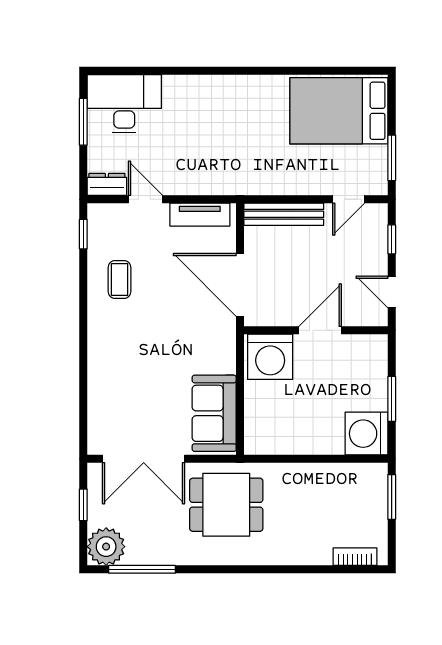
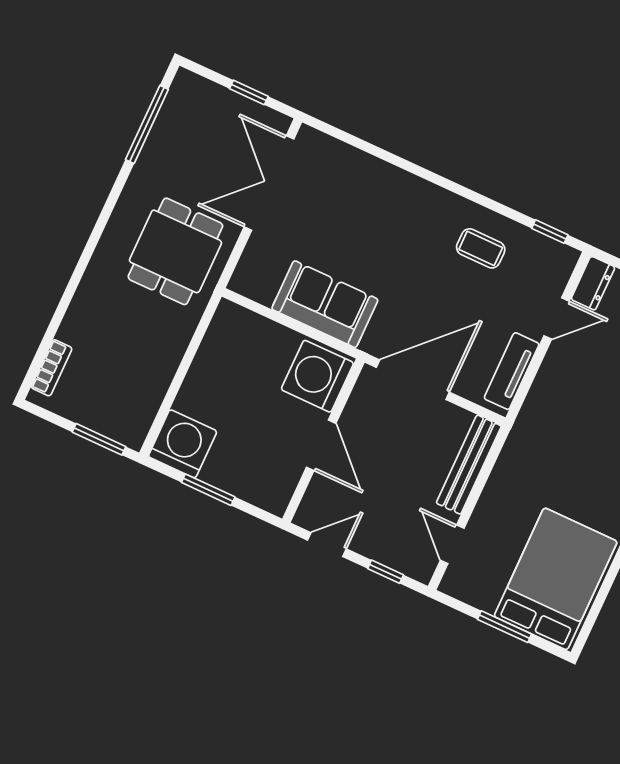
window: (392, 158) -> (504, 627), moved
sofa: (214, 413) -> (325, 304), moved
plant: (106, 547) -> (191, 96), removed

